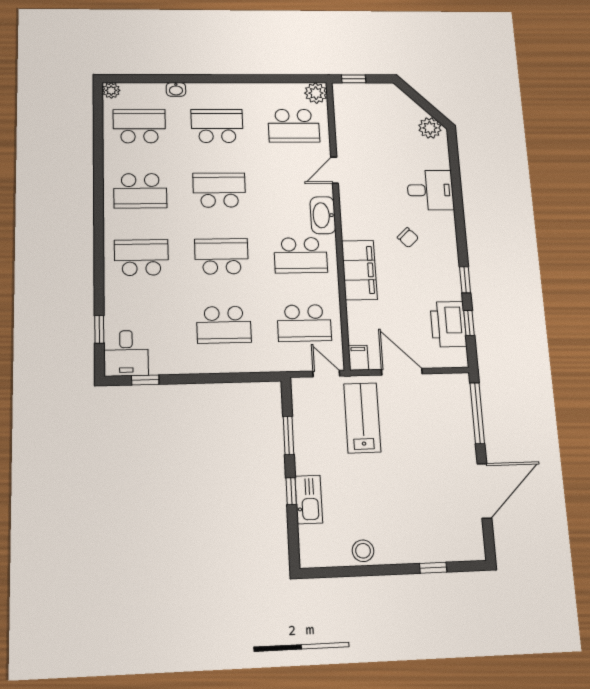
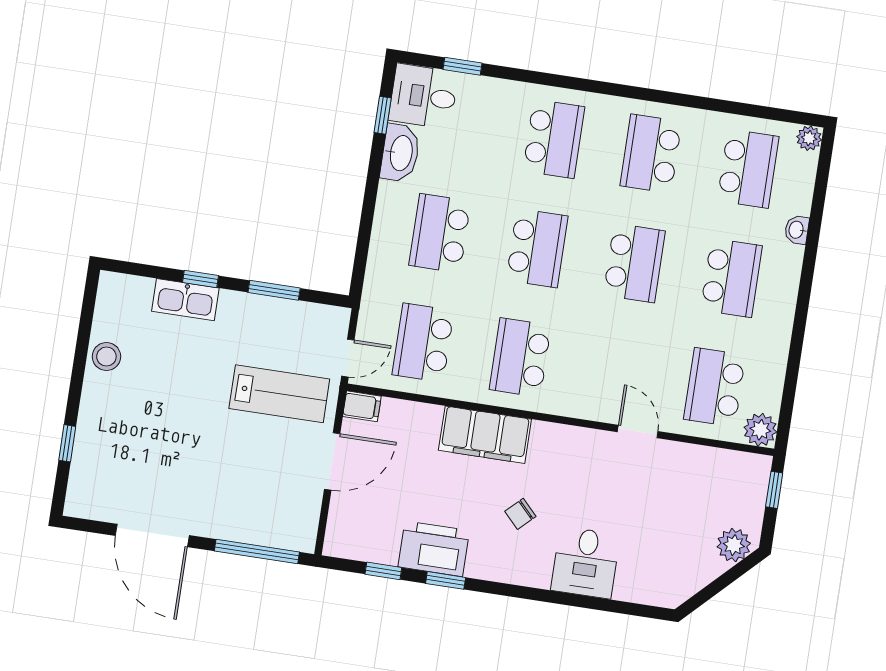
plant: (430, 128) -> (734, 545), moved
washbasin: (323, 215) -> (400, 153), moved, turned 90
printer: (448, 324) -> (434, 549), moved

